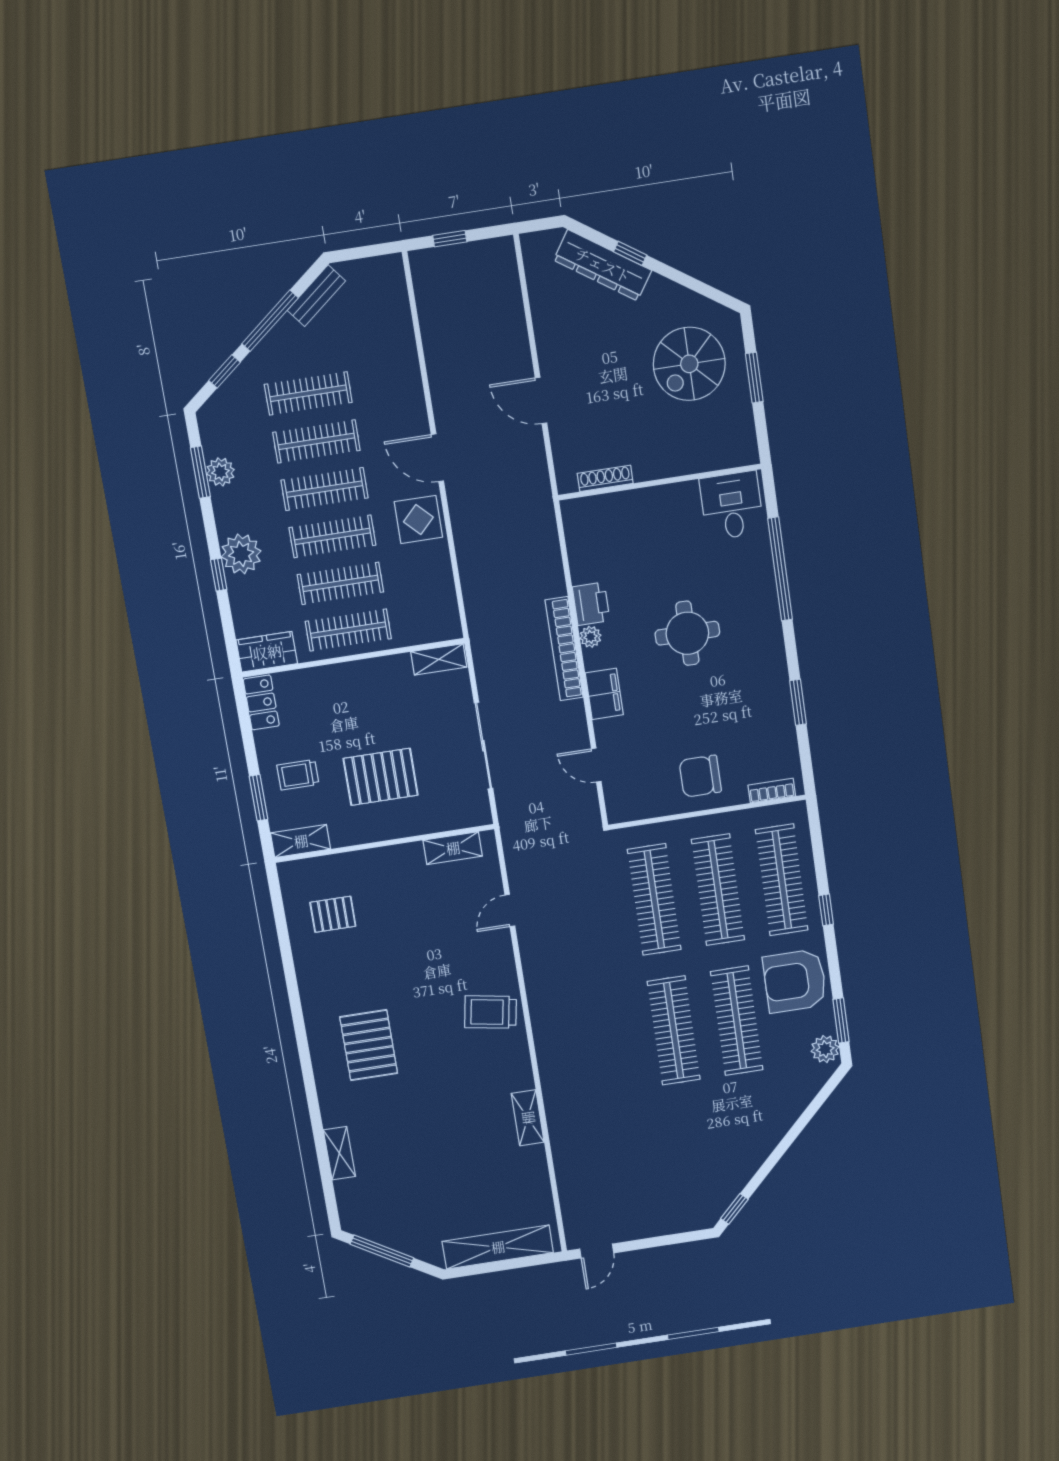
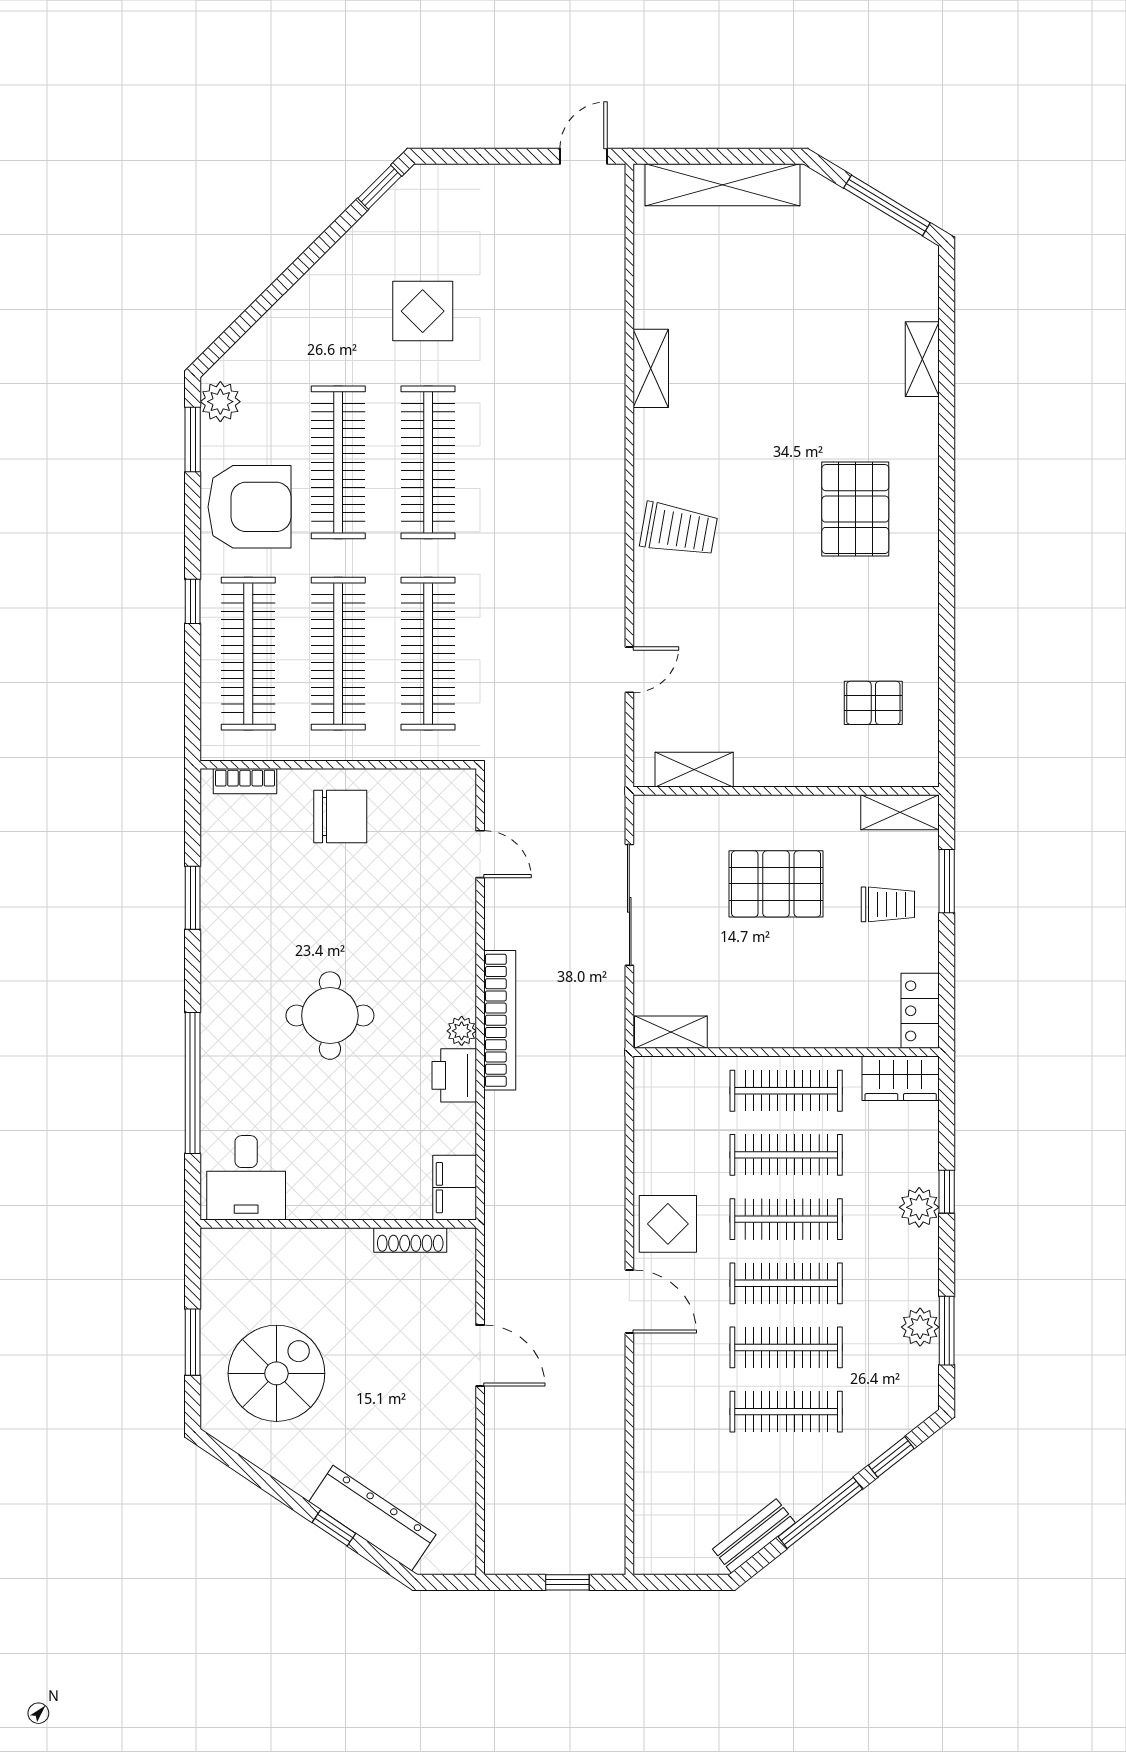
plant: (241, 554) -> (919, 1207), width x0.73, depth x0.73
filing cabinet: (604, 694) -> (455, 1188), moved
display table: (693, 1132) -> (423, 311), added

